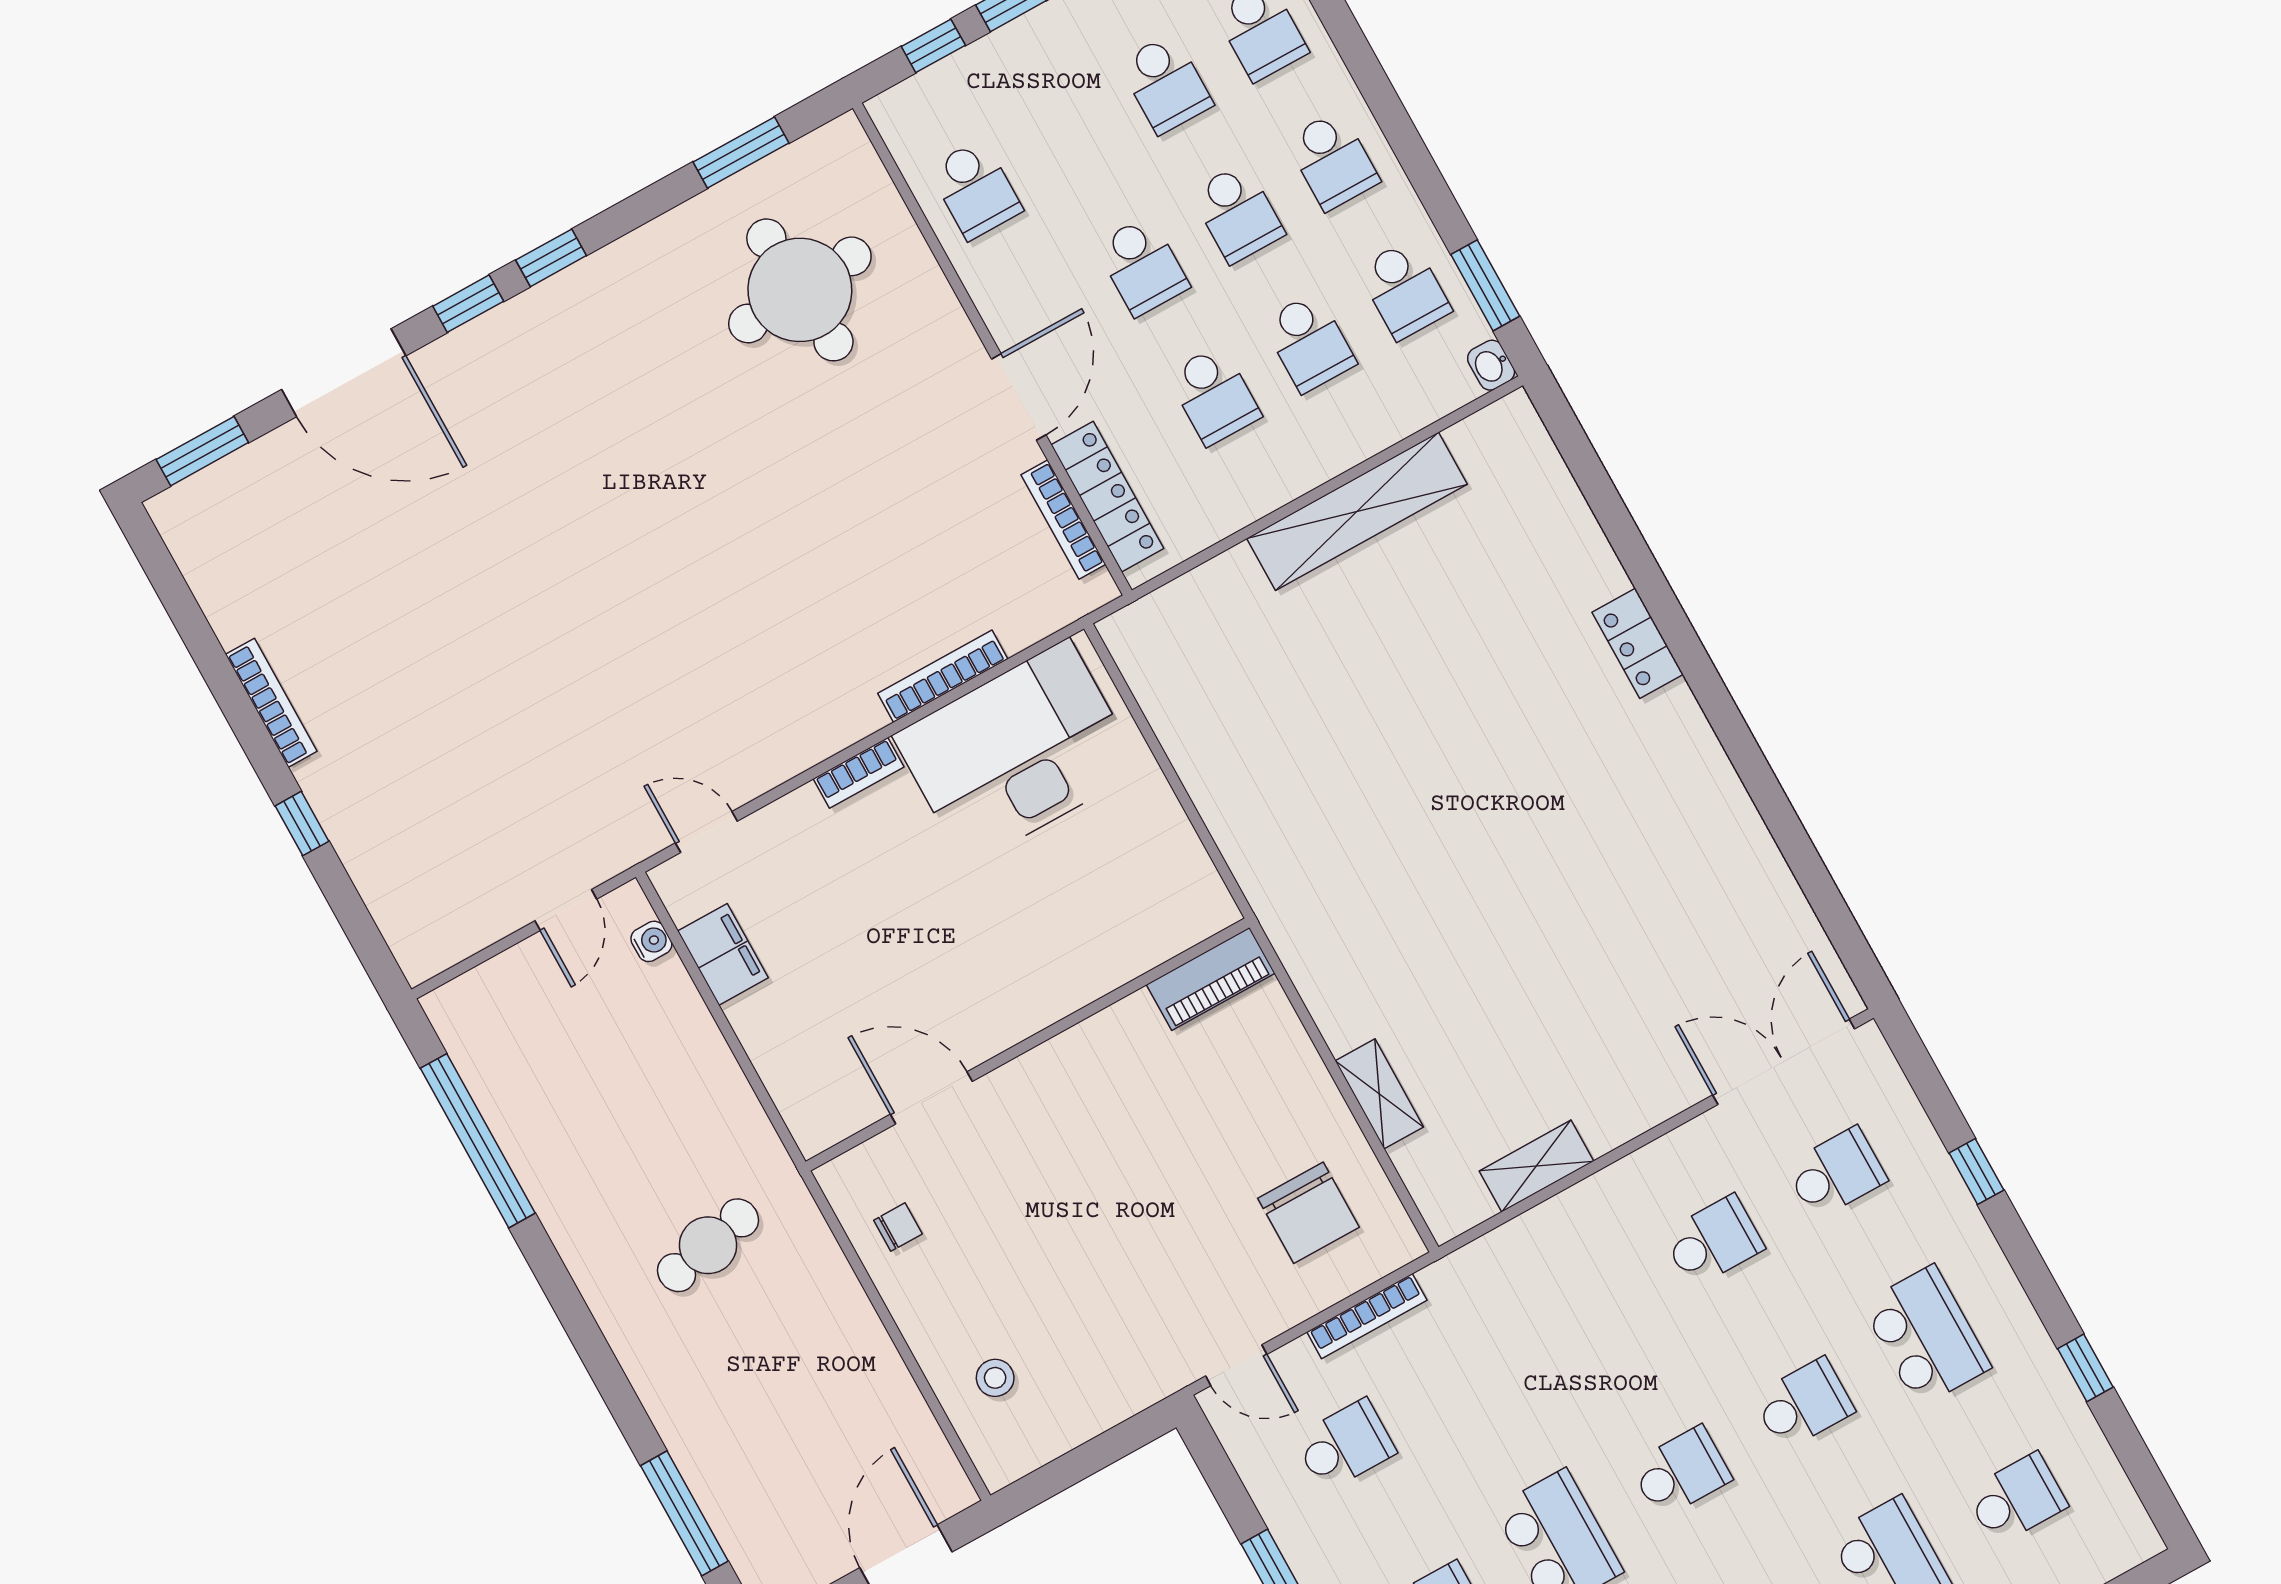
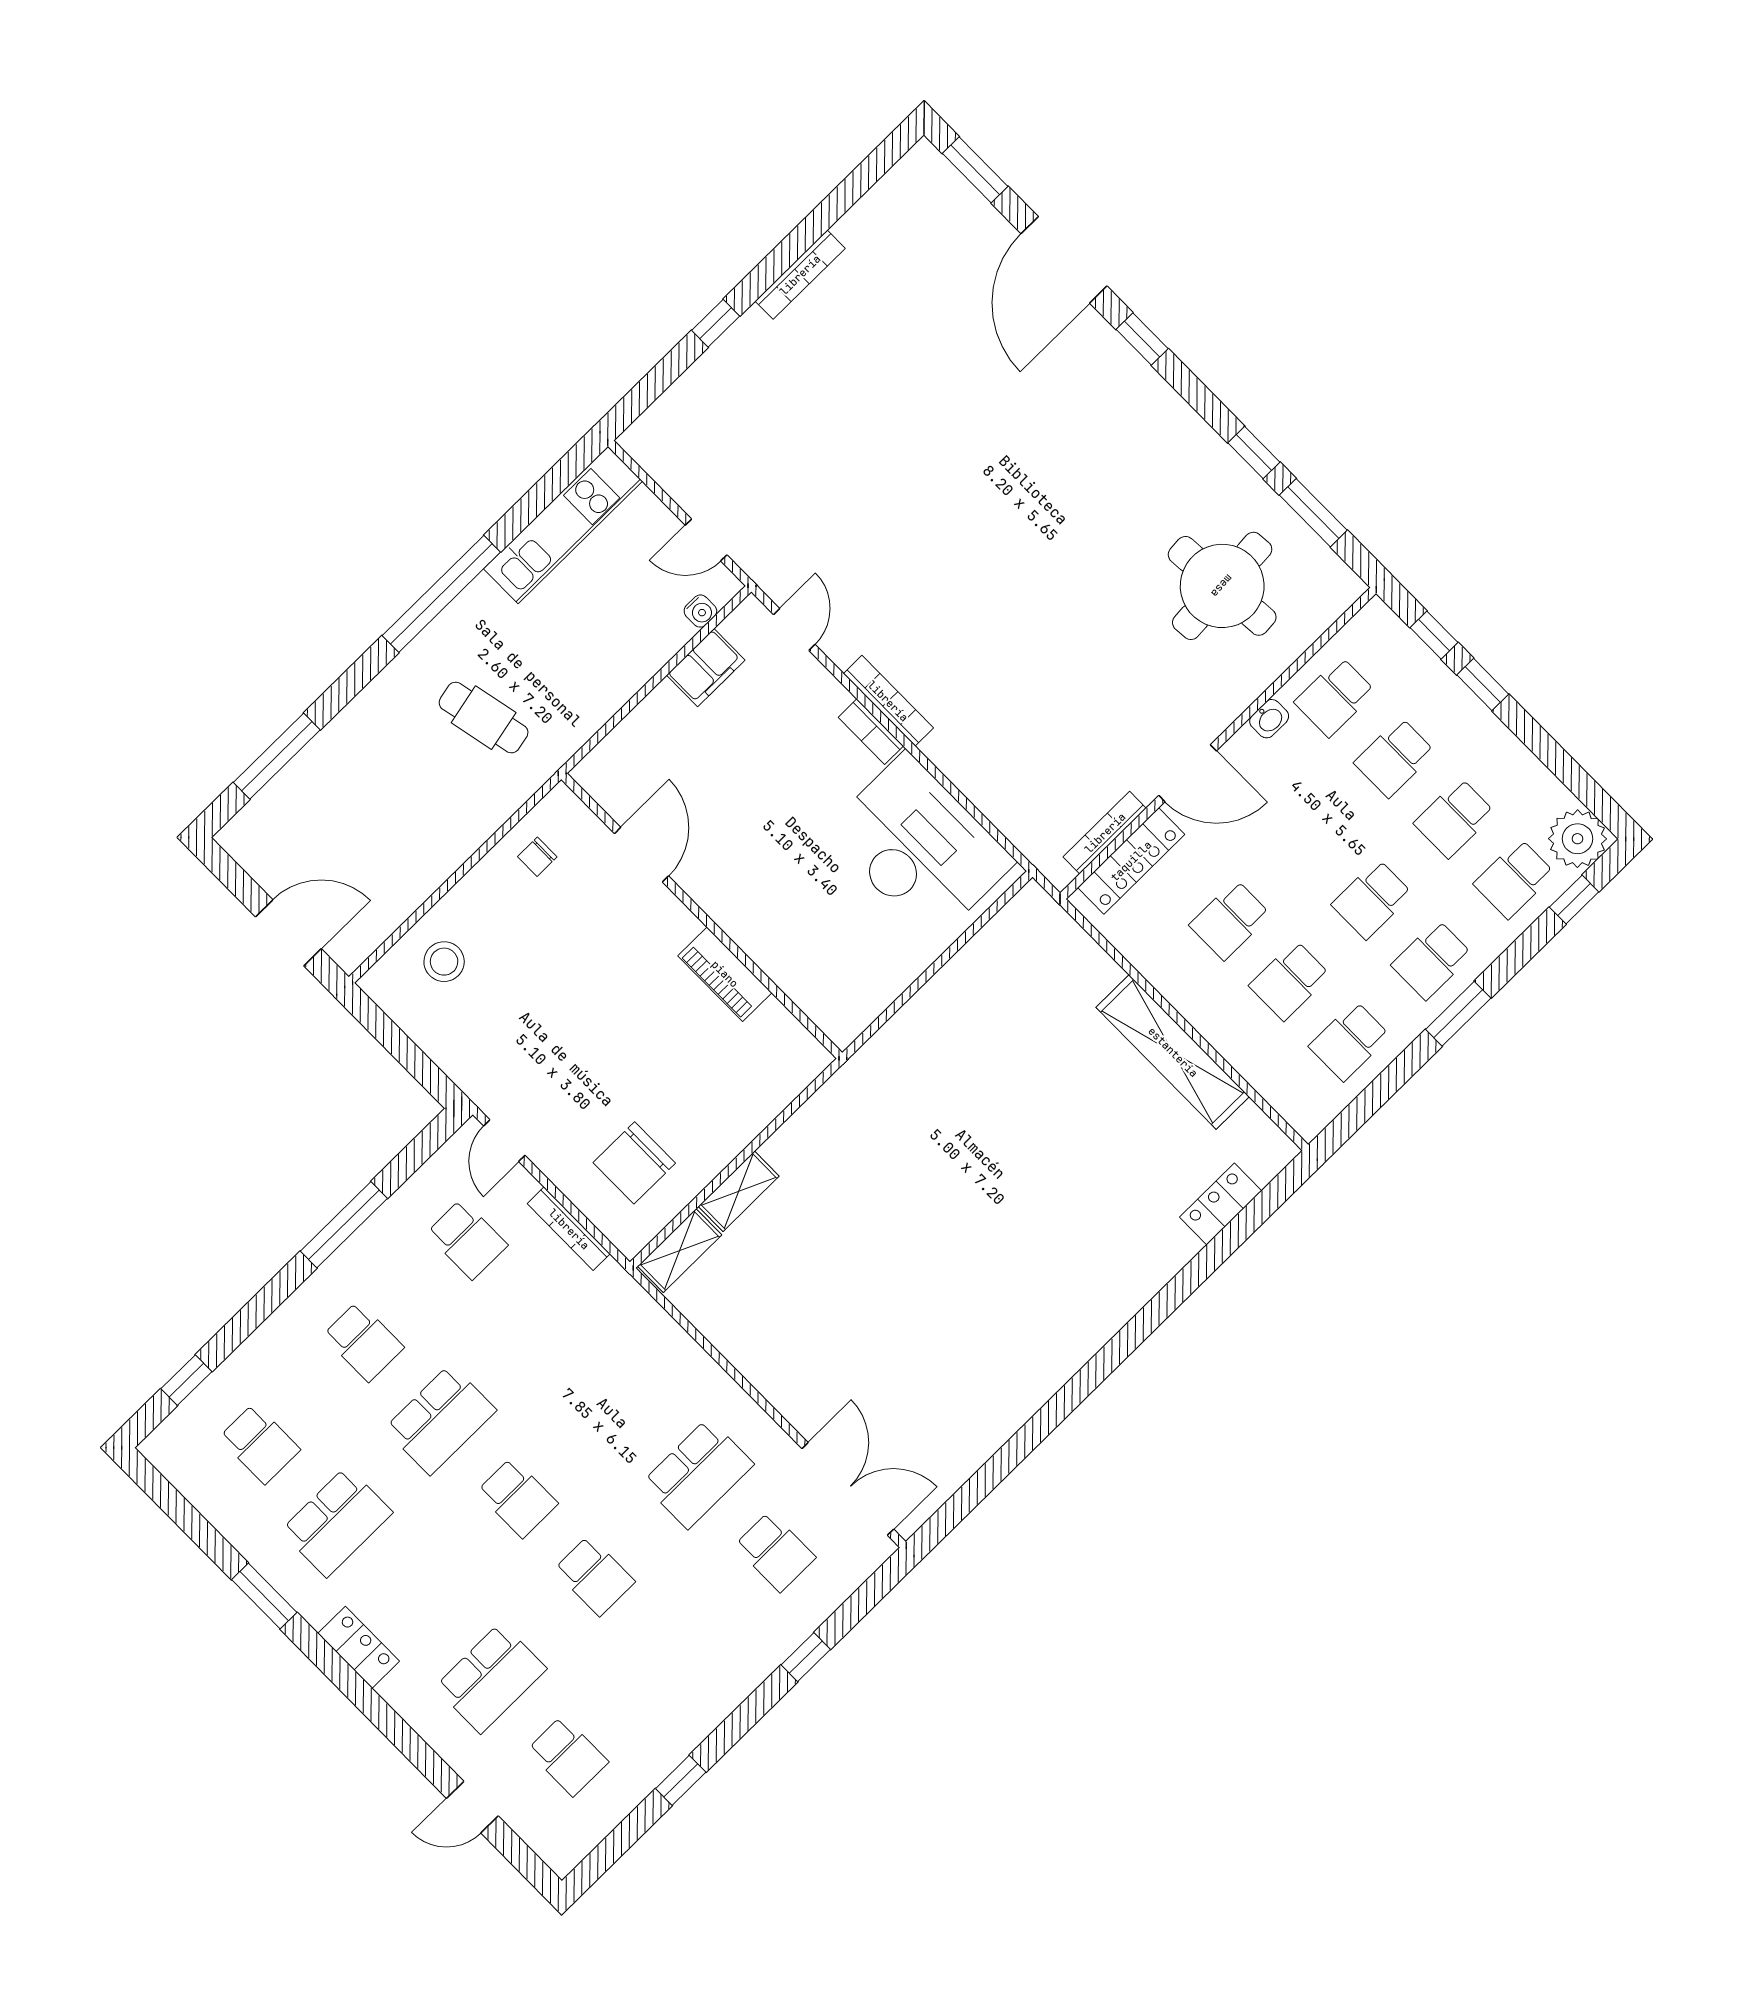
window: (551, 258) -> (1254, 453), moved
school desk: (1142, 266) -> (1395, 758), moved
window: (1485, 285) -> (1458, 1014), moved
washbasin: (1491, 365) -> (1269, 719), moved, turned 180
locker: (1638, 643) -> (1221, 1204), moved
bookcase: (943, 676) -> (888, 701), moved
piano: (1211, 979) -> (725, 974), moved
kitchen unit: (498, 1081) -> (563, 525), added
window: (478, 1141) -> (441, 594), moved
shelving: (1536, 1166) -> (680, 1251), moved, turned 90
chair: (898, 1227) -> (537, 857), turned 90
school desk: (1713, 1241) -> (698, 1474), width x1.85
school desk: (1926, 1336) -> (671, 1654), removed
stool: (995, 1378) -> (444, 962), width x1.37, depth x1.37

